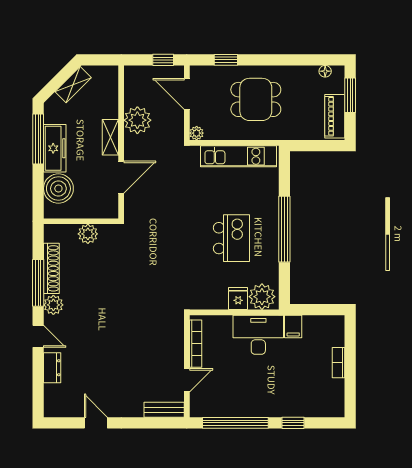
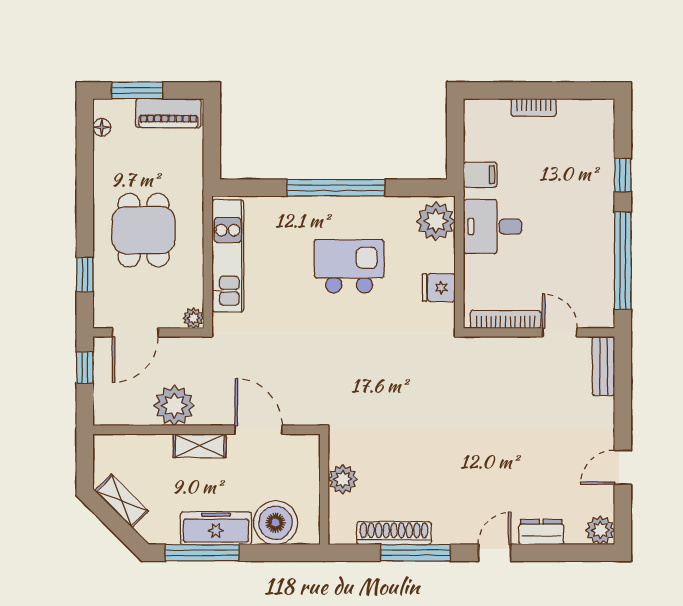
fridge: (238, 299) -> (439, 288), moved
plant: (53, 305) -> (600, 530), moved
desk: (258, 335) -> (492, 227), width x0.73

